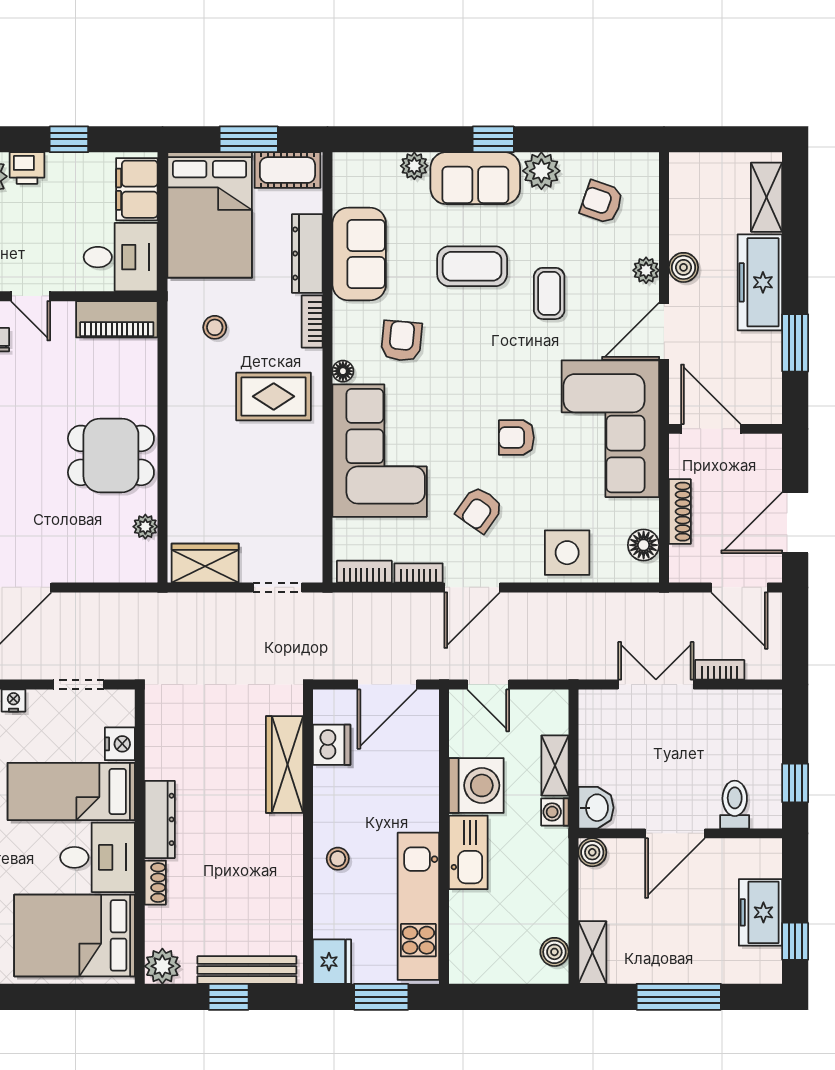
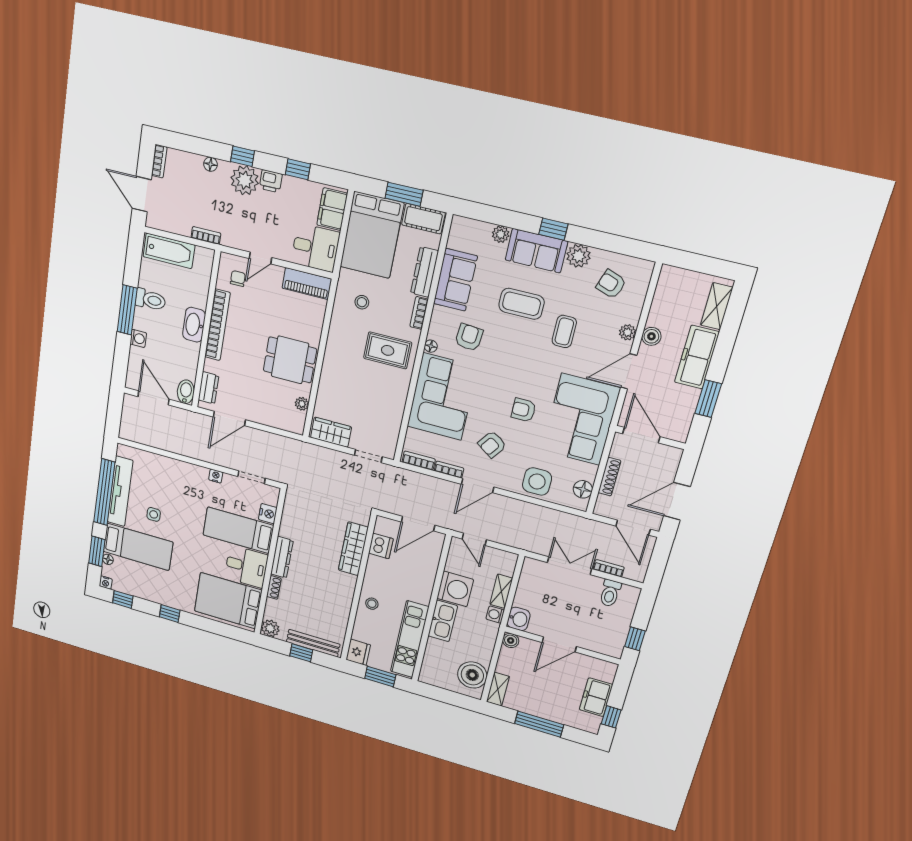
door: (31, 296) -> (260, 258), hinge flipped
toilet: (735, 805) -> (610, 593), moved, turned 180
boiler: (554, 952) -> (472, 675), width x1.86, depth x1.86

